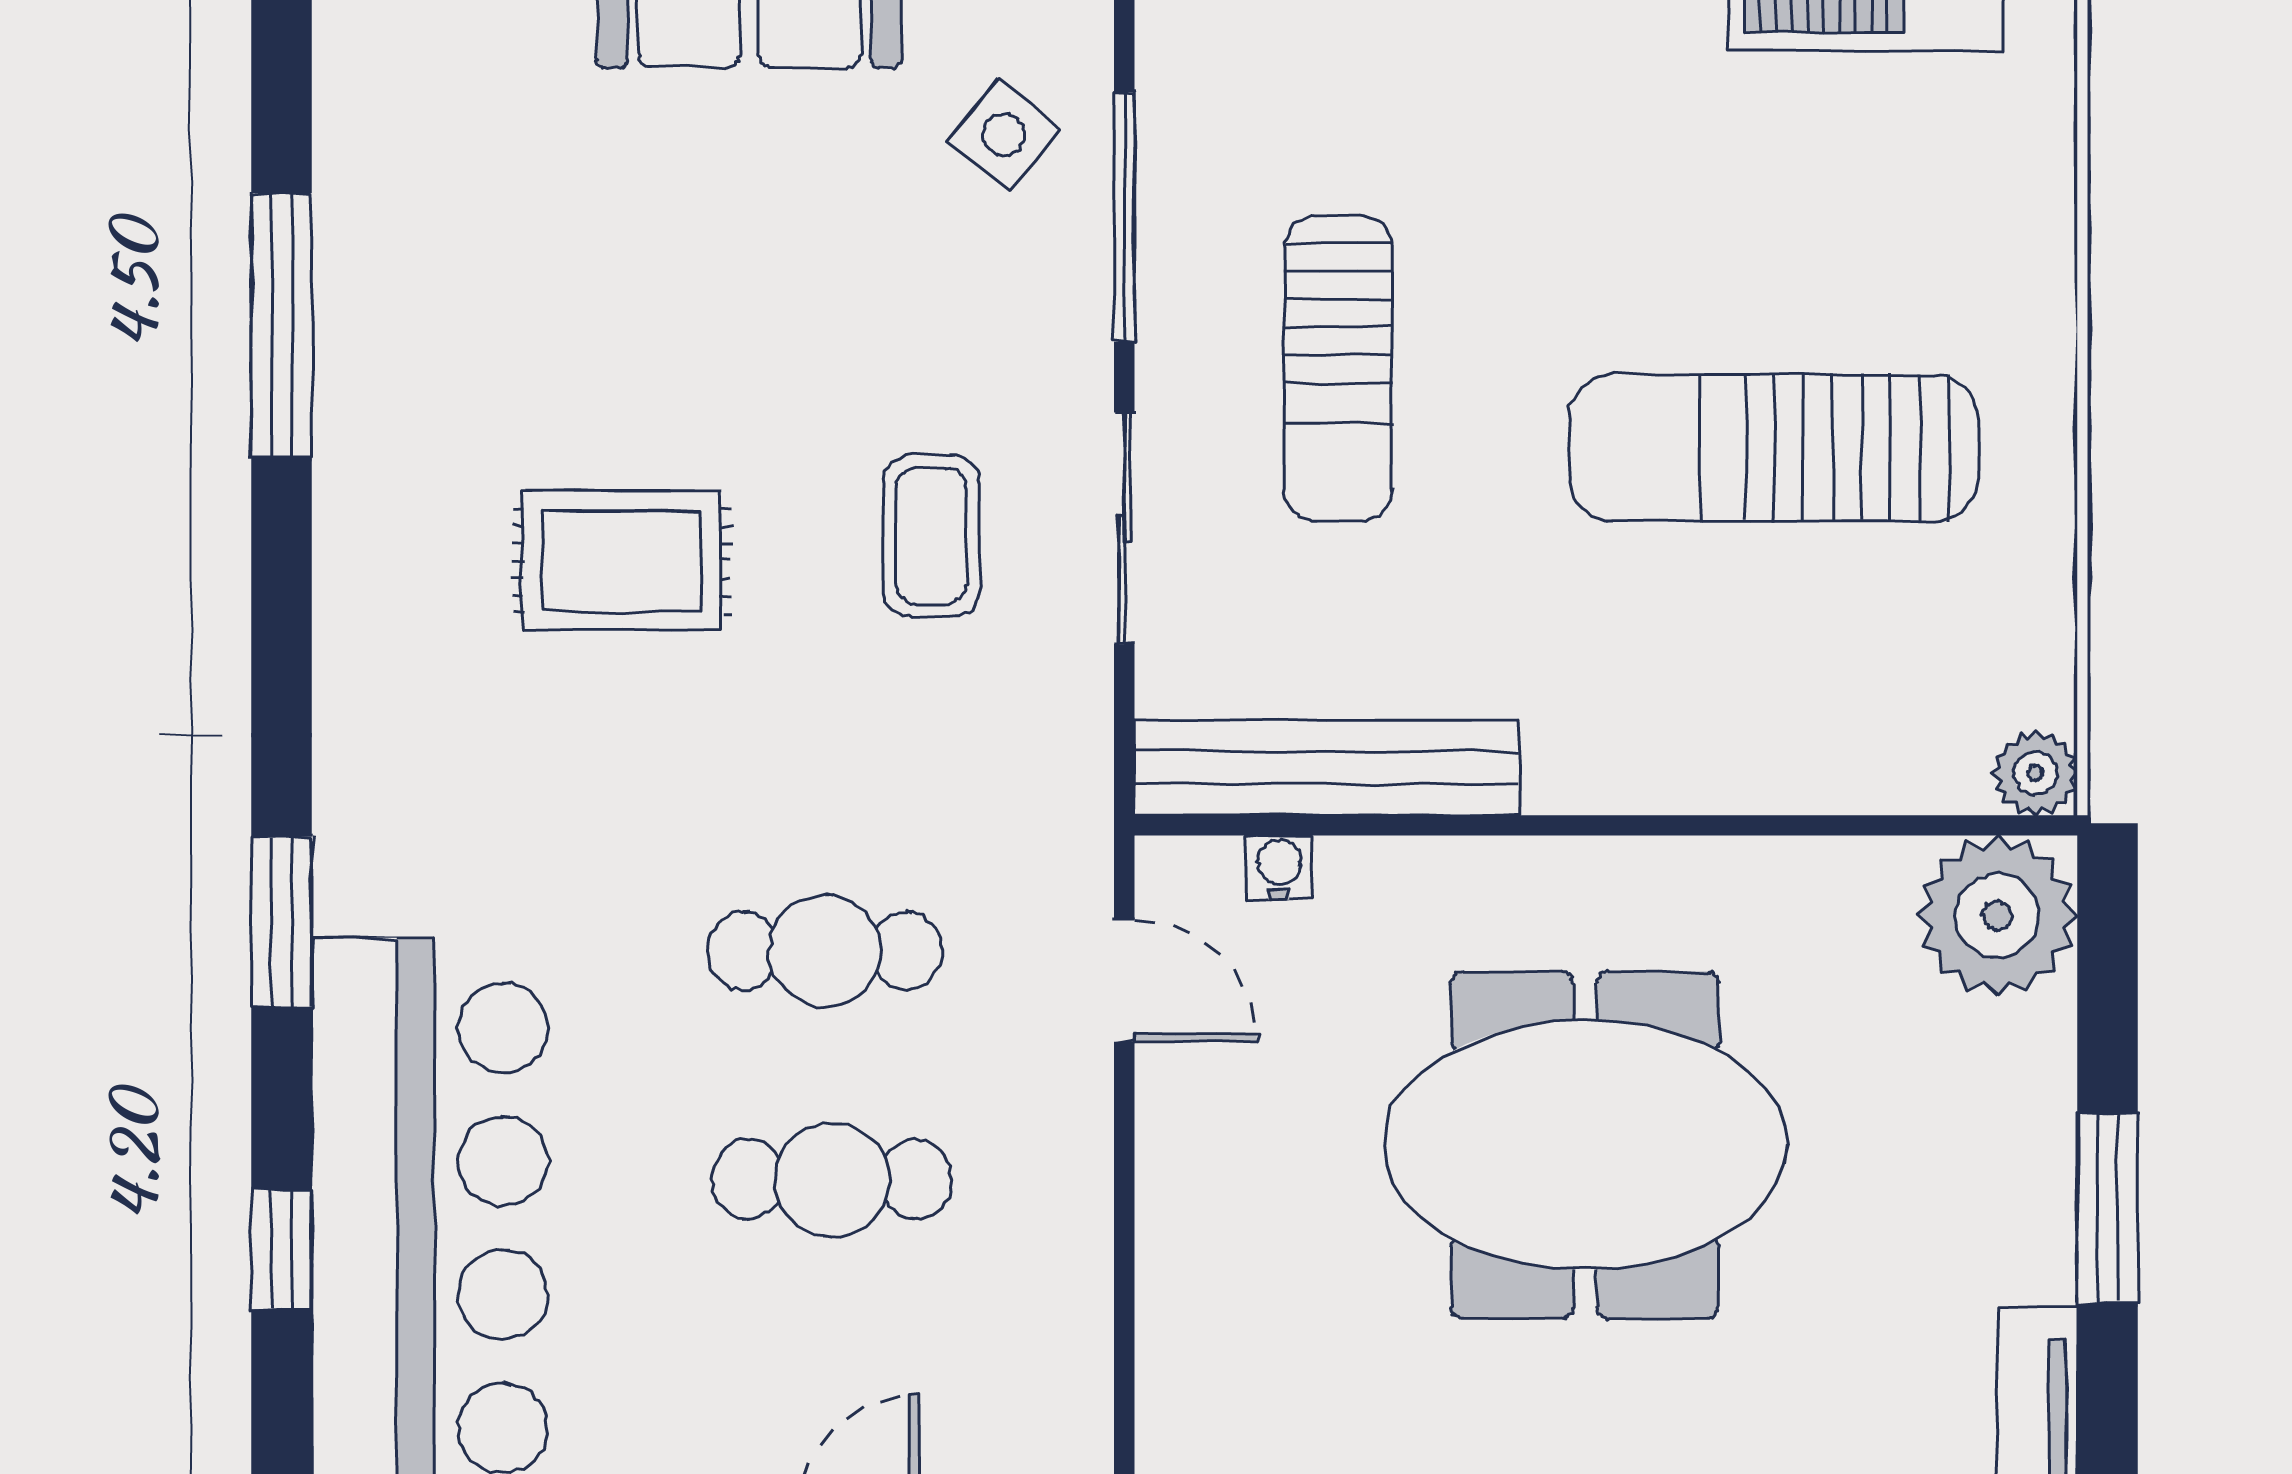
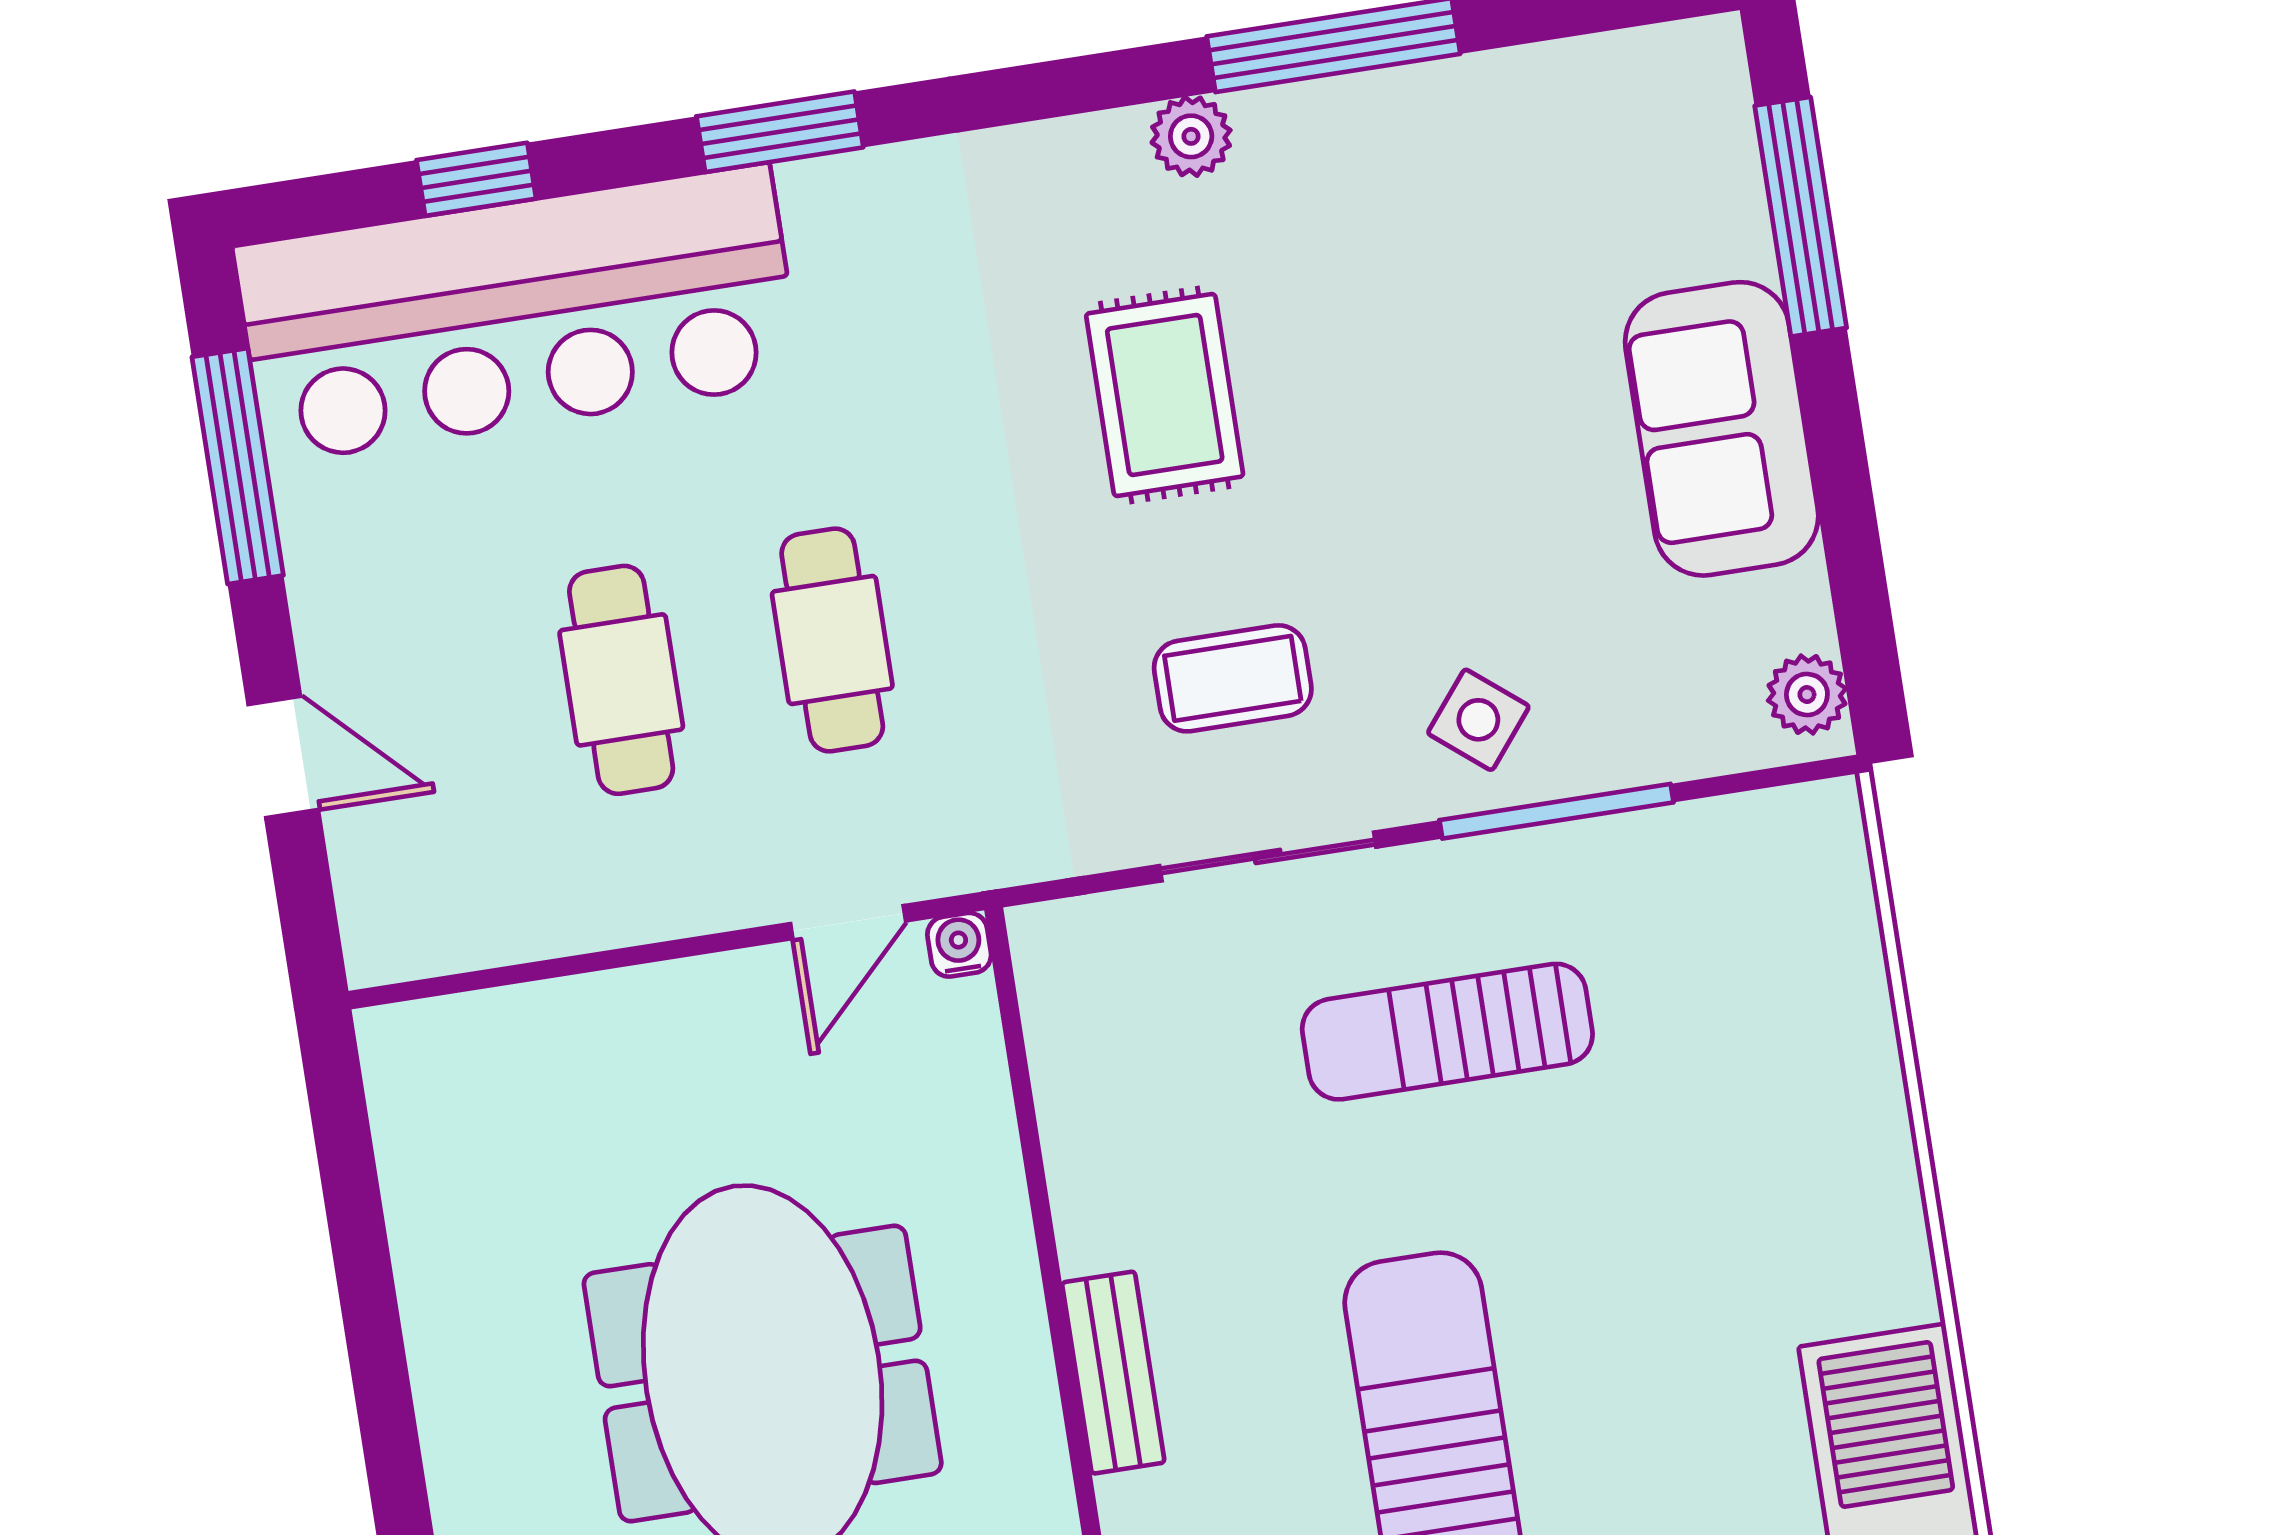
side table: (1004, 135) -> (1478, 720), moved
plant: (354, 490) -> (1191, 136), added
bench: (1327, 767) -> (1113, 1373), moved, width x0.54, depth x0.82
water cooler: (1279, 867) -> (959, 945), moved, turned -90

